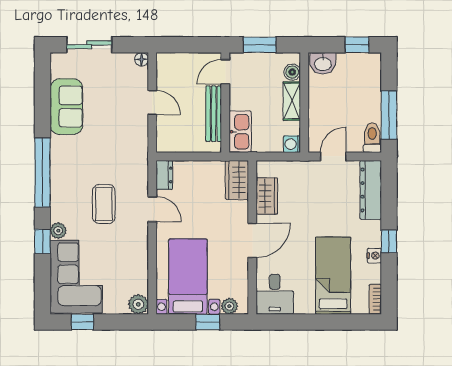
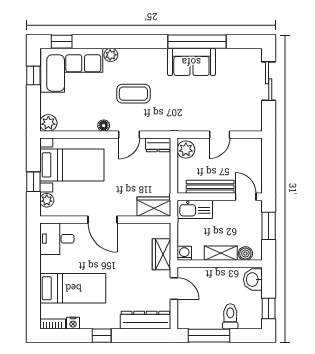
floor lamp: (142, 59) -> (104, 126), moved
sofa: (66, 107) -> (191, 62), moved
toilet: (372, 138) -> (230, 316), moved, turned -90
plant: (170, 142) -> (186, 150), added
window: (42, 172) -> (197, 42), moved
wardrobe: (267, 196) -> (162, 254), moved, turned 90
window: (42, 241) -> (62, 42), moved
nightstand: (374, 256) -> (73, 323), moved

